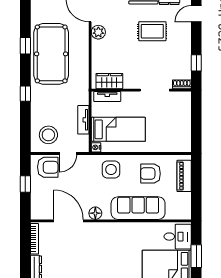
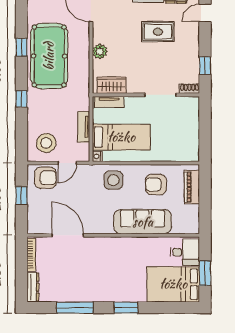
plant: (98, 32) -> (100, 51), moved
floor lamp: (95, 213) -> (97, 227), removed

